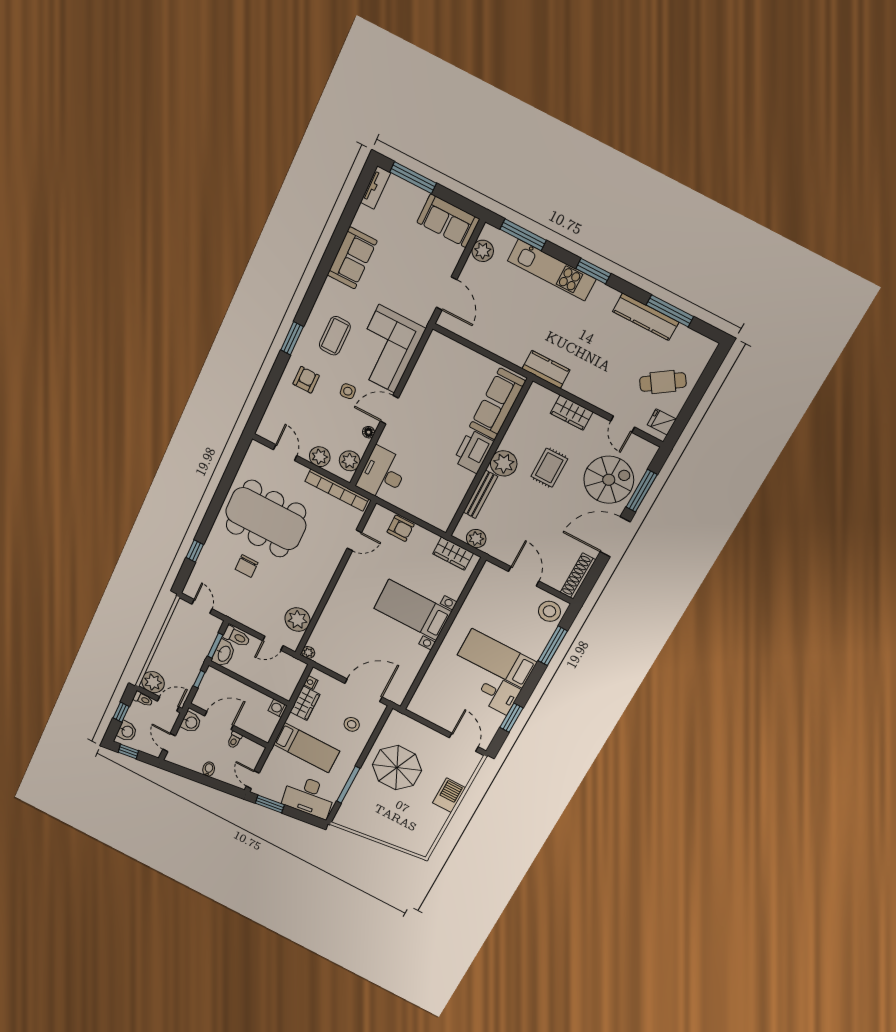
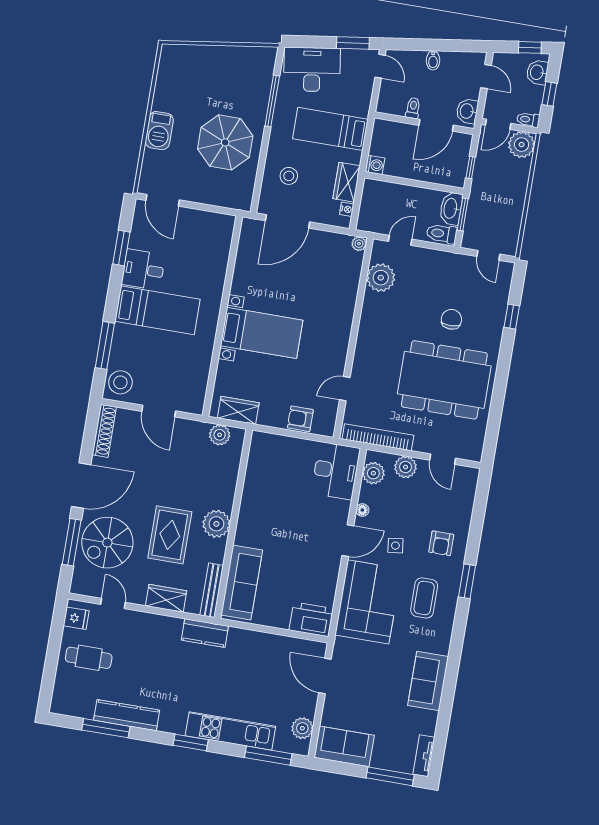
cafe table: (663, 382) -> (89, 658), turned 34
printer: (473, 451) -> (311, 619), moved, turned -90
rug: (549, 468) -> (170, 535), width x1.36, depth x1.43
bench: (480, 494) -> (212, 590), moved

